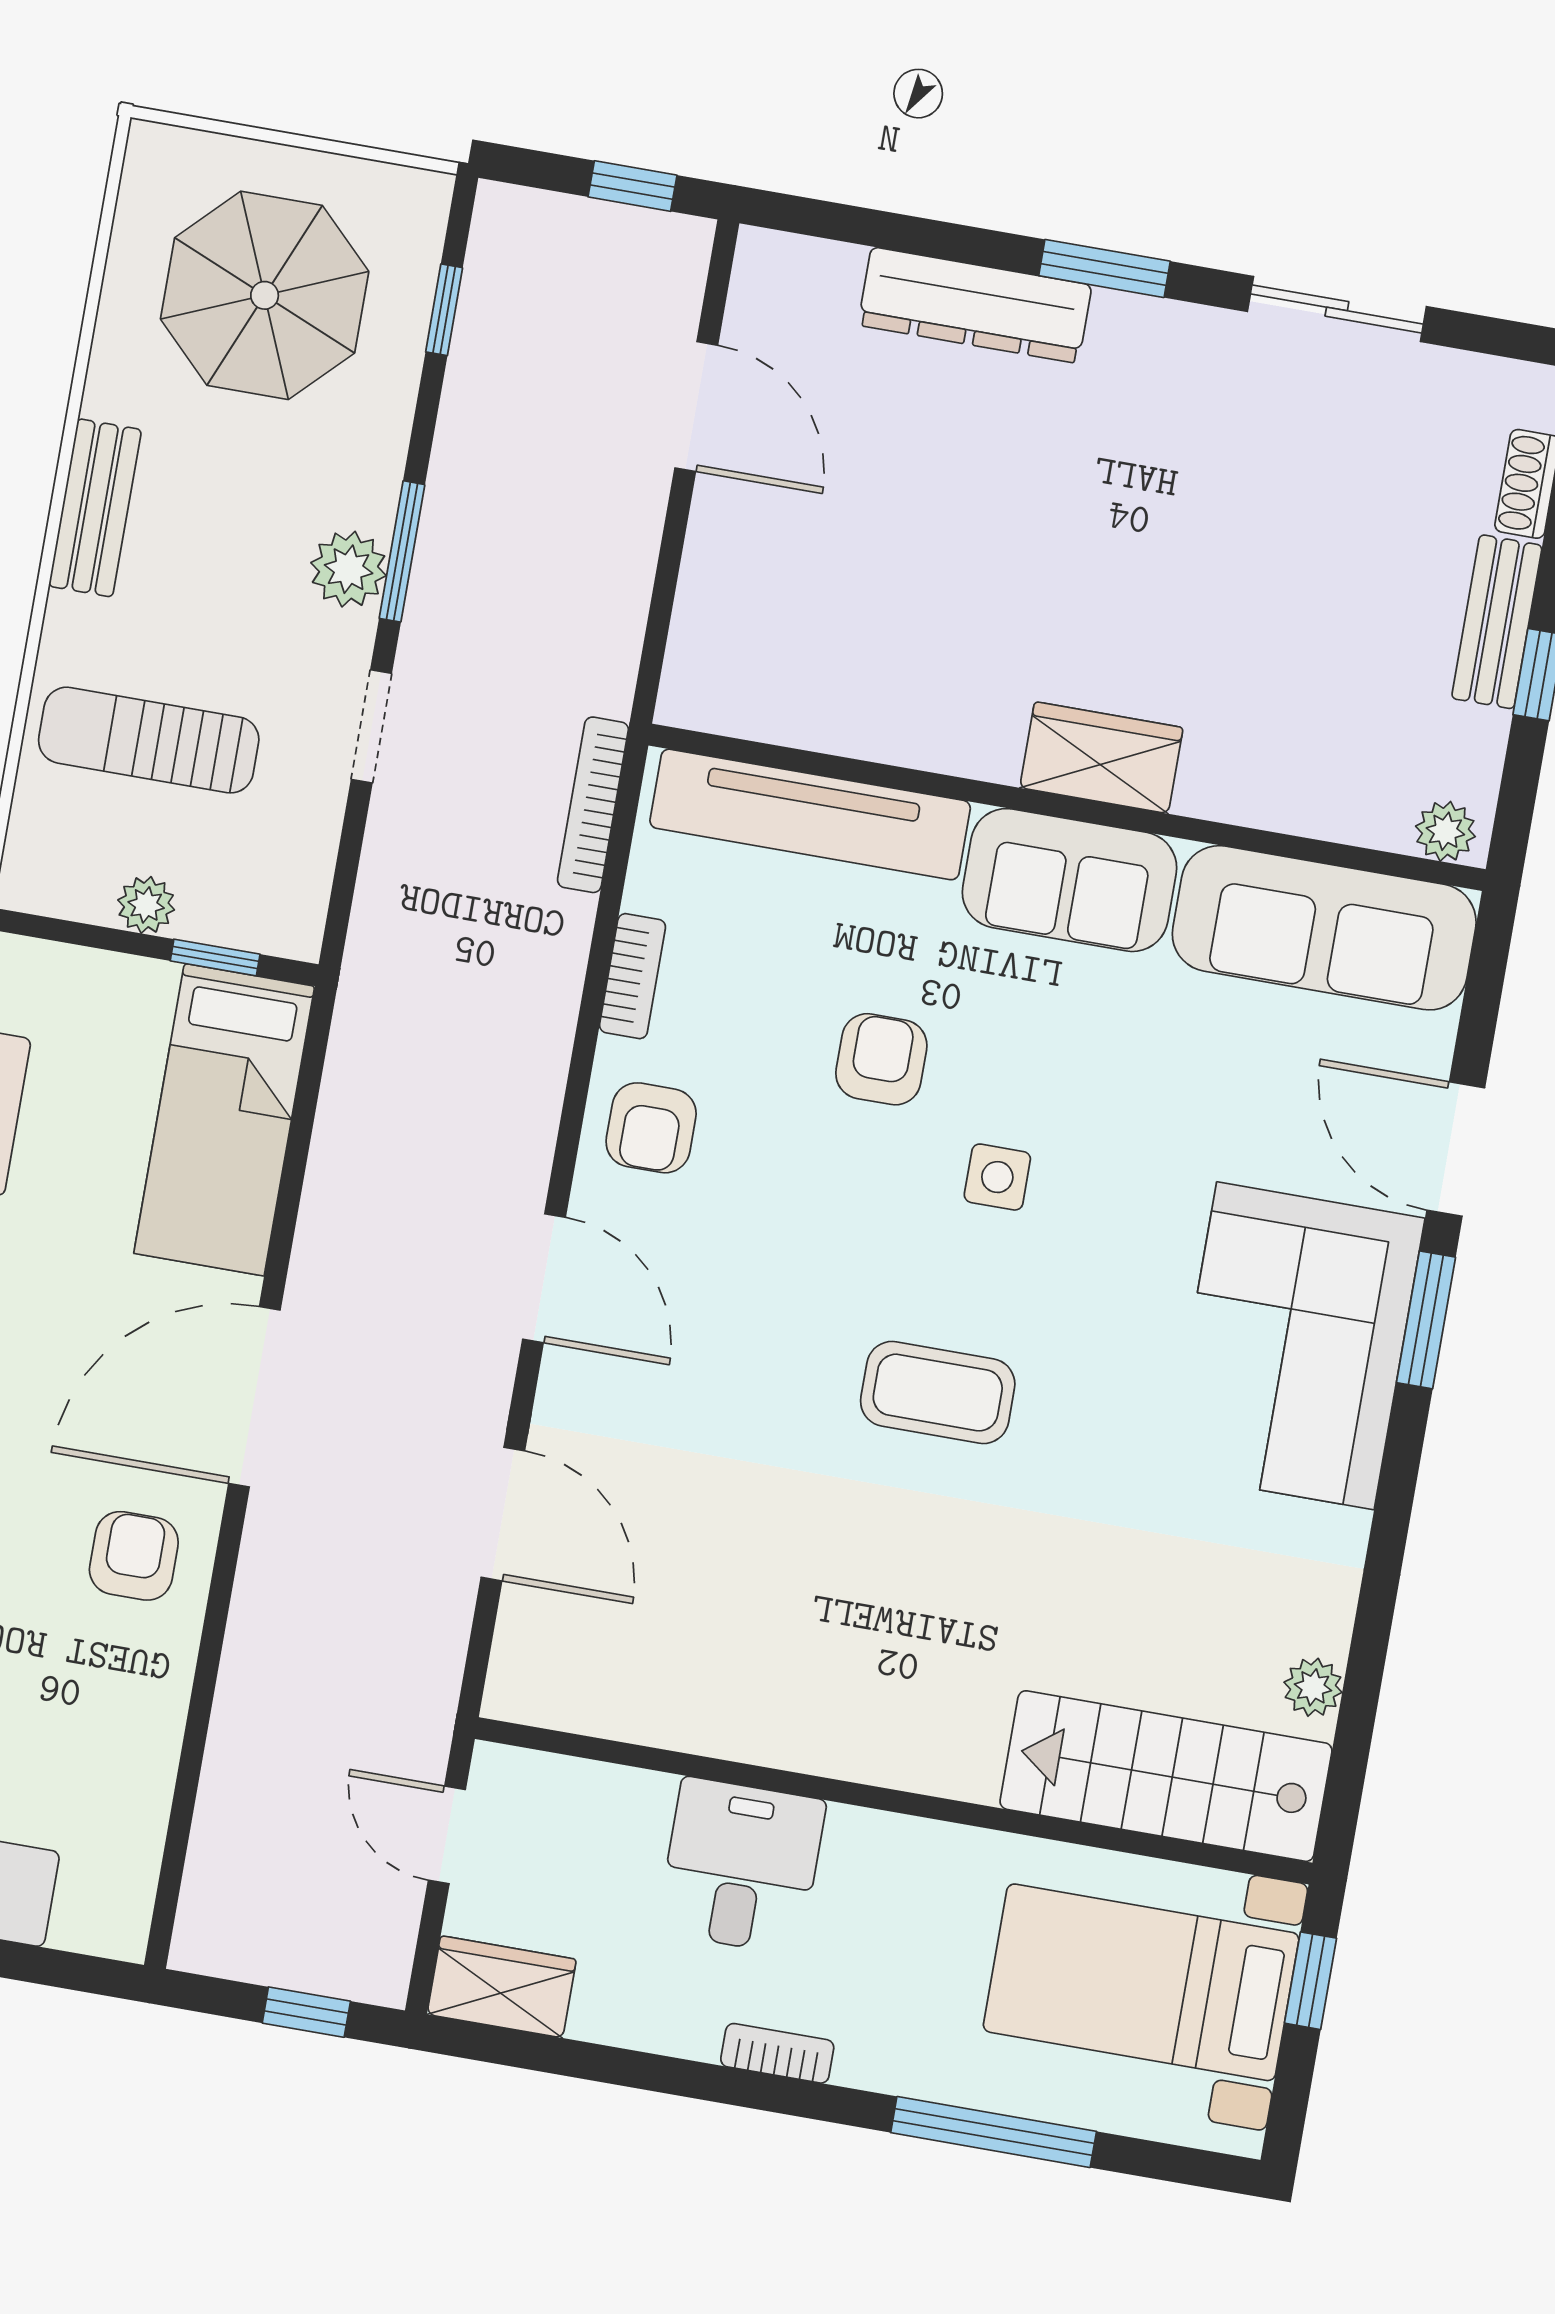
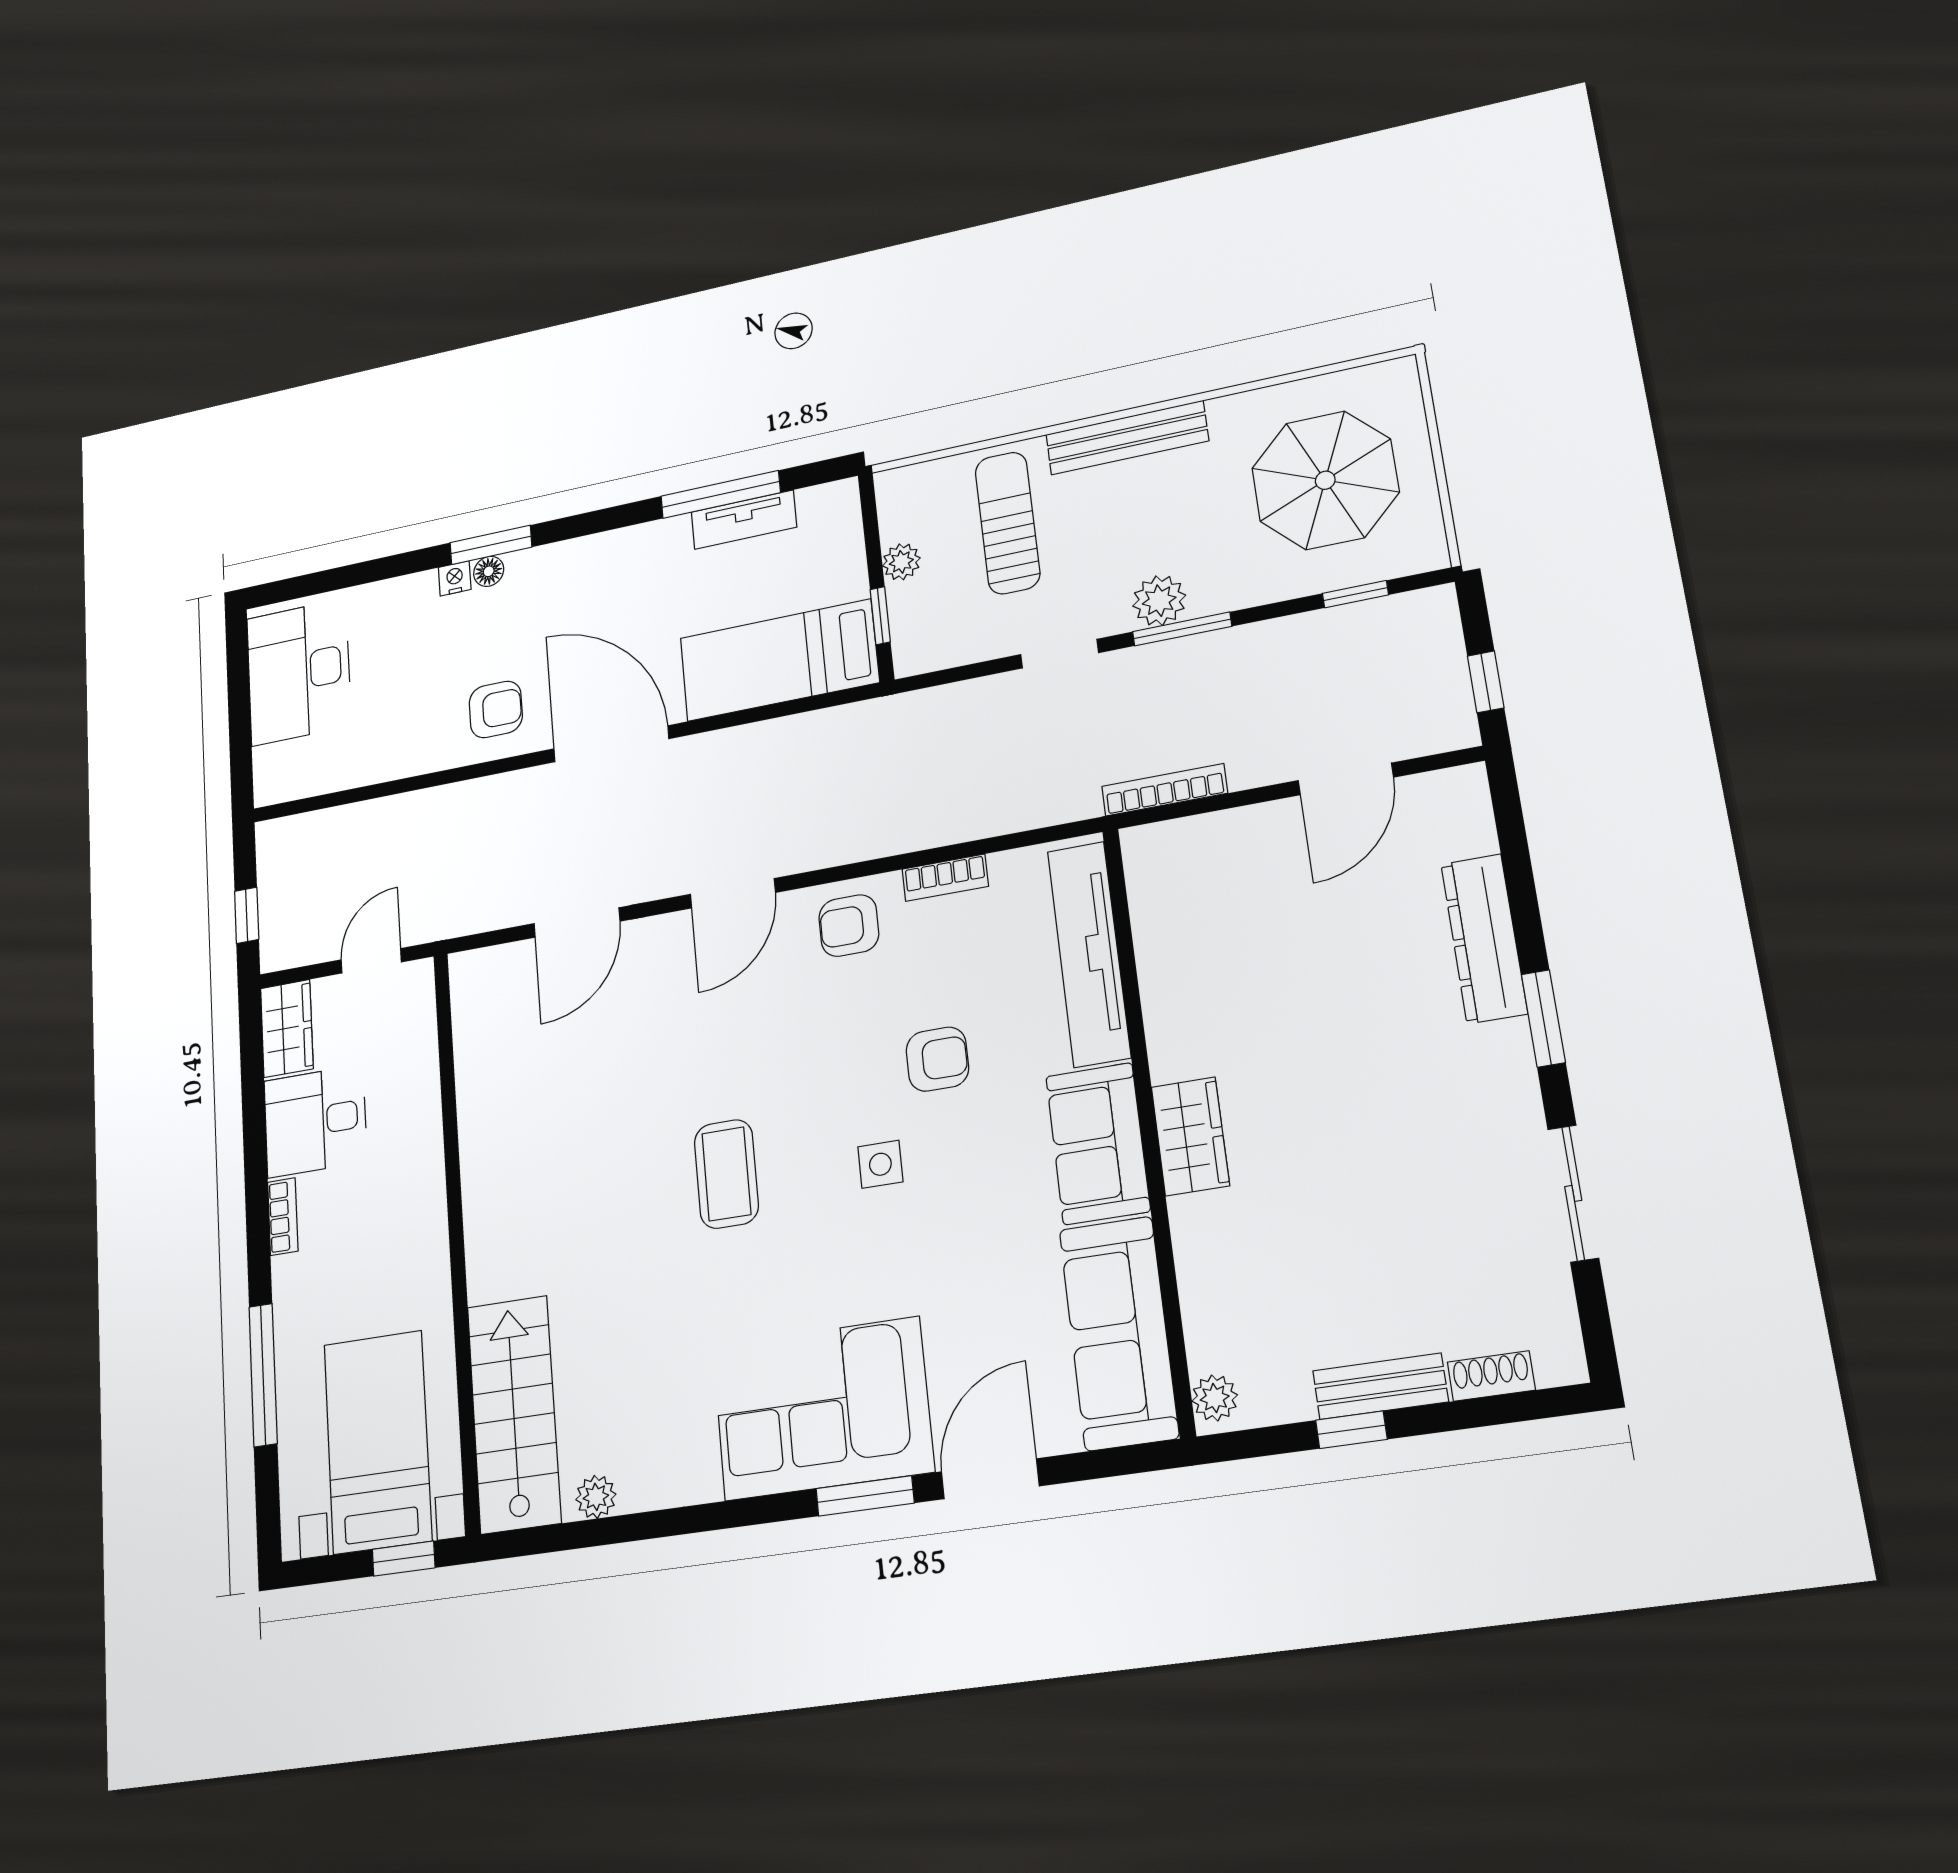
bench: (95, 508) -> (1127, 438), width x1.36
bookcase: (593, 805) -> (1165, 790), moved
desk: (741, 1866) -> (315, 1121), moved, turned 180

